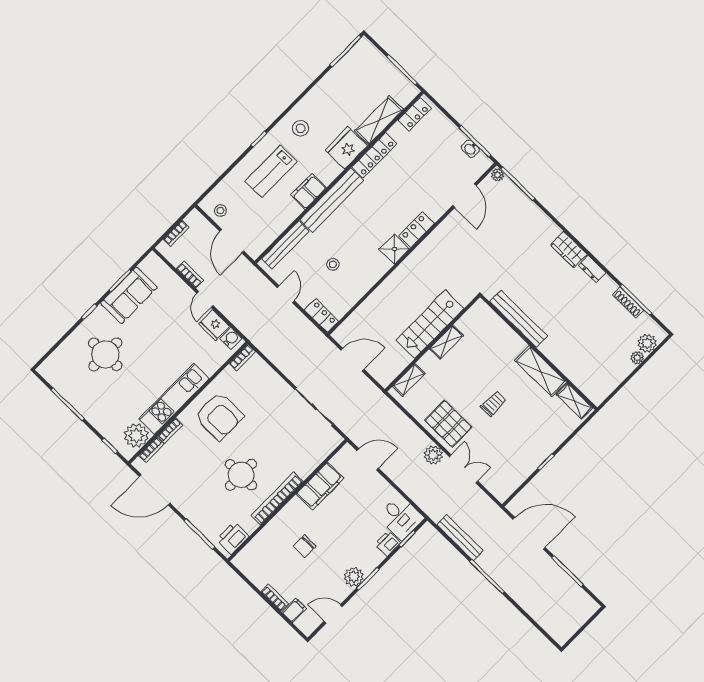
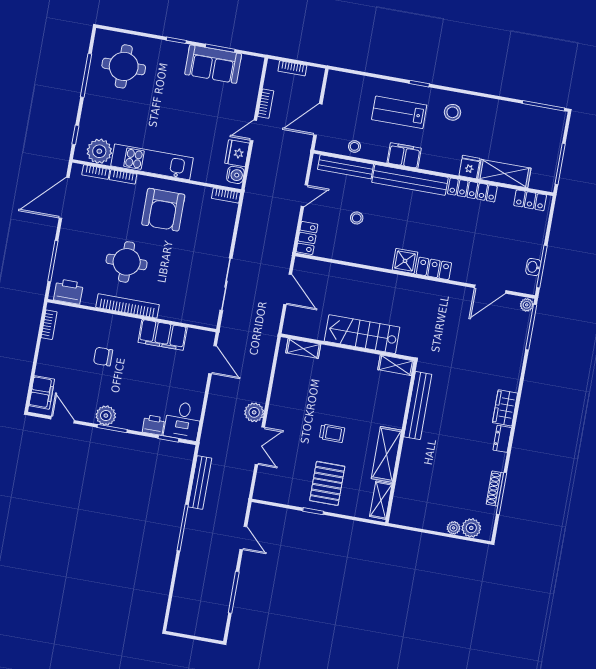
fridge: (346, 148) -> (469, 167), width x0.53, depth x0.75
stool: (220, 211) -> (354, 146), moved
shelving: (446, 342) -> (396, 365), moved
round table: (105, 354) -> (124, 66), moved
pallet: (448, 424) -> (327, 483), moved
door: (155, 490) -> (64, 198), hinge flipped
door: (529, 533) -> (243, 538), width x0.53
bookcase: (275, 598) -> (49, 325), moved
filing cabinet: (294, 610) -> (42, 392), width x2.00

